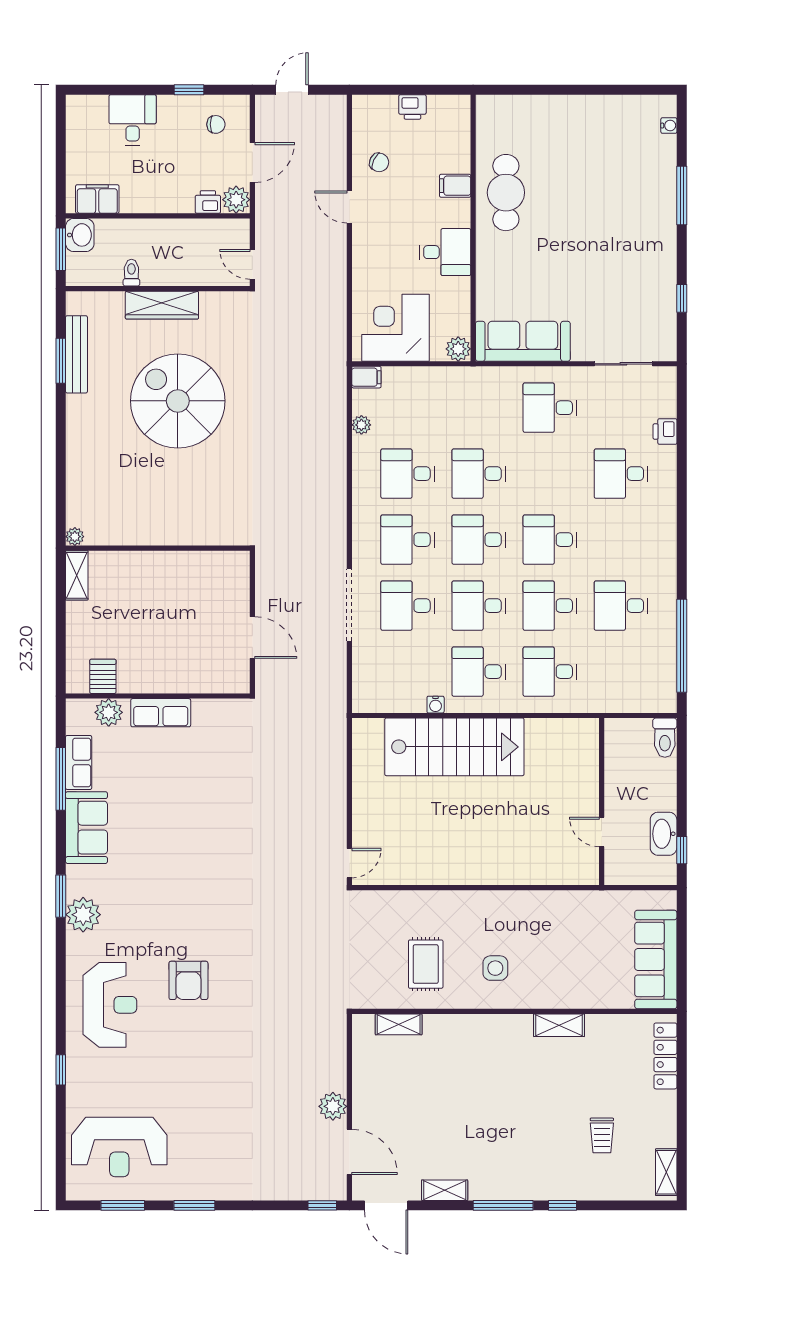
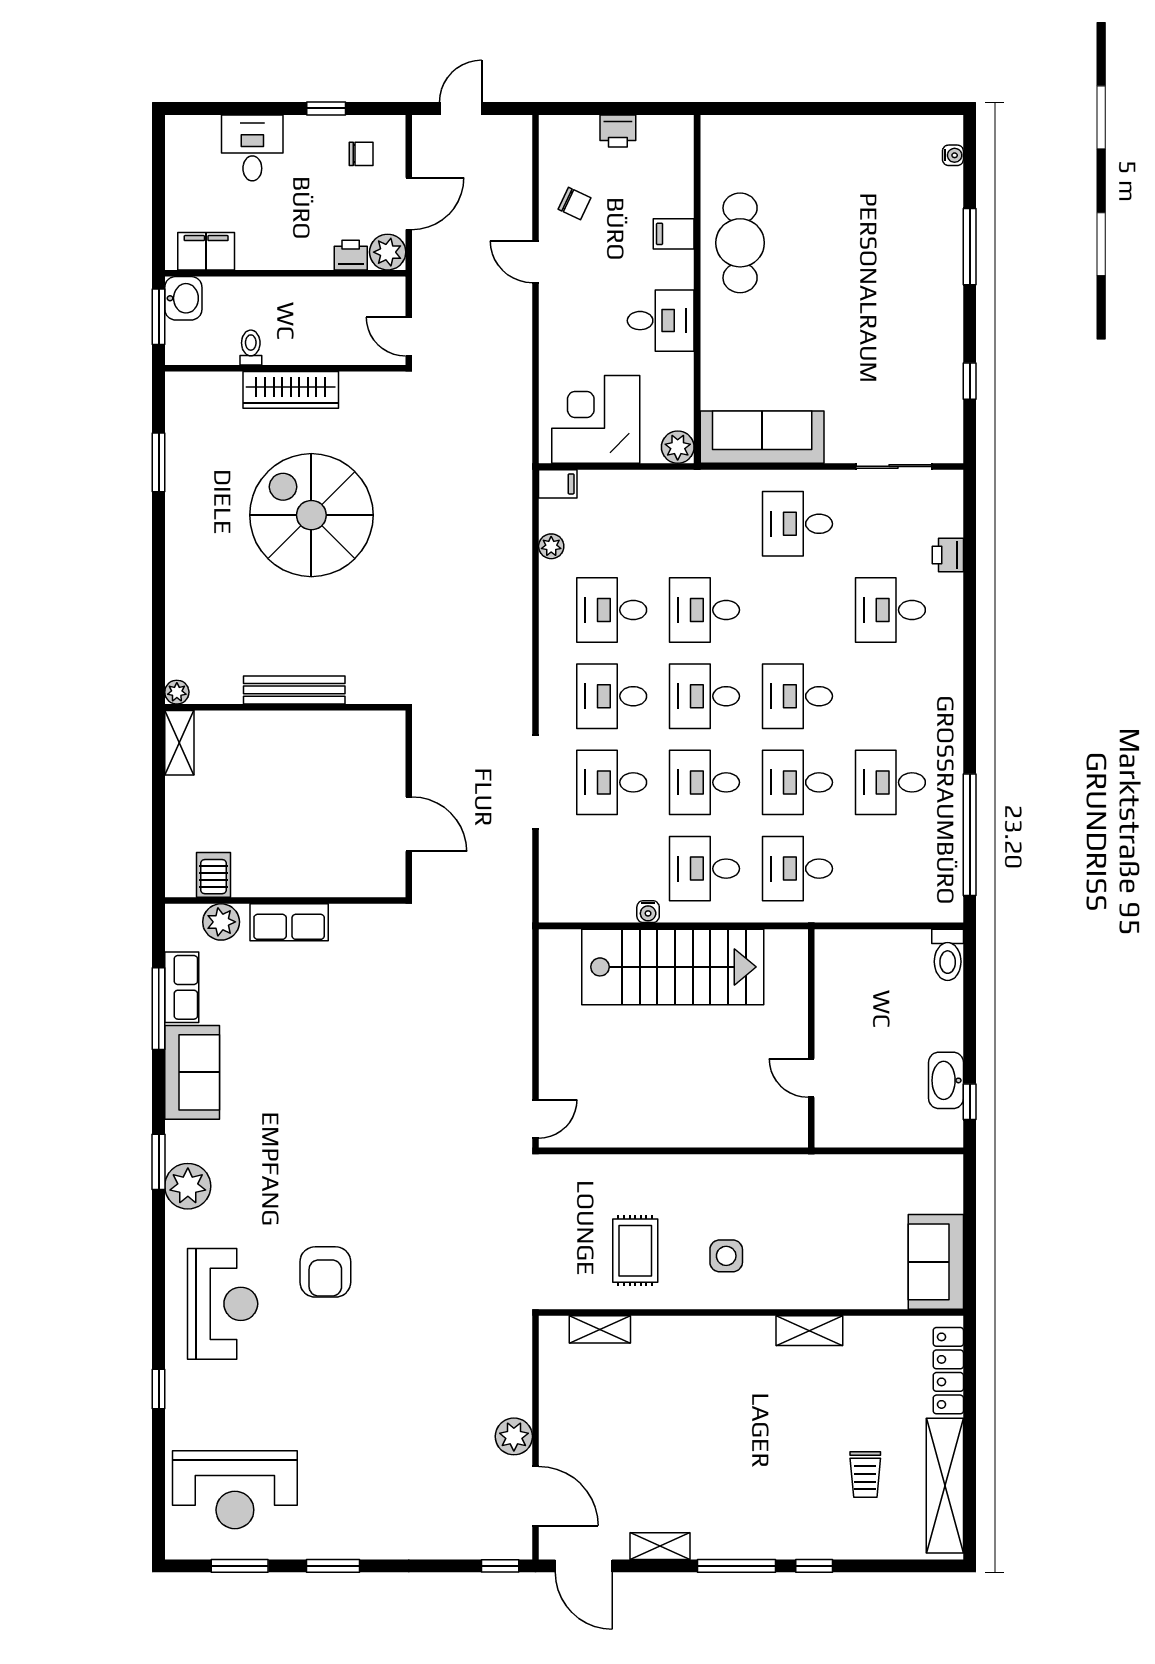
bench: (76, 354) -> (294, 690), moved, turned 90
wall: (602, 802) -> (811, 1038), moved
door: (602, 832) -> (811, 1078), moved
sofa: (656, 959) -> (936, 1262), width x0.73
shelving: (666, 1172) -> (945, 1486), width x2.20, depth x1.33

